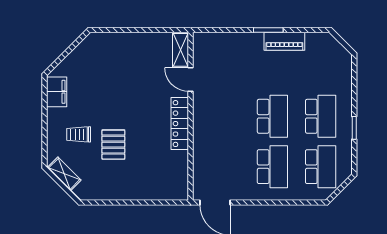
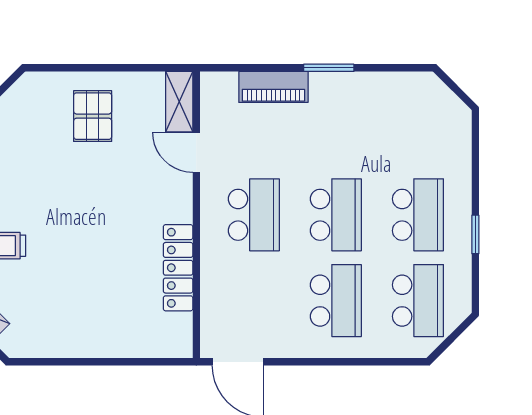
piano: (284, 41) -> (273, 87), moved
school desk: (224, 116) -> (254, 215), added
locker: (180, 124) -> (178, 268), moved
pallet: (113, 145) -> (93, 116), moved

